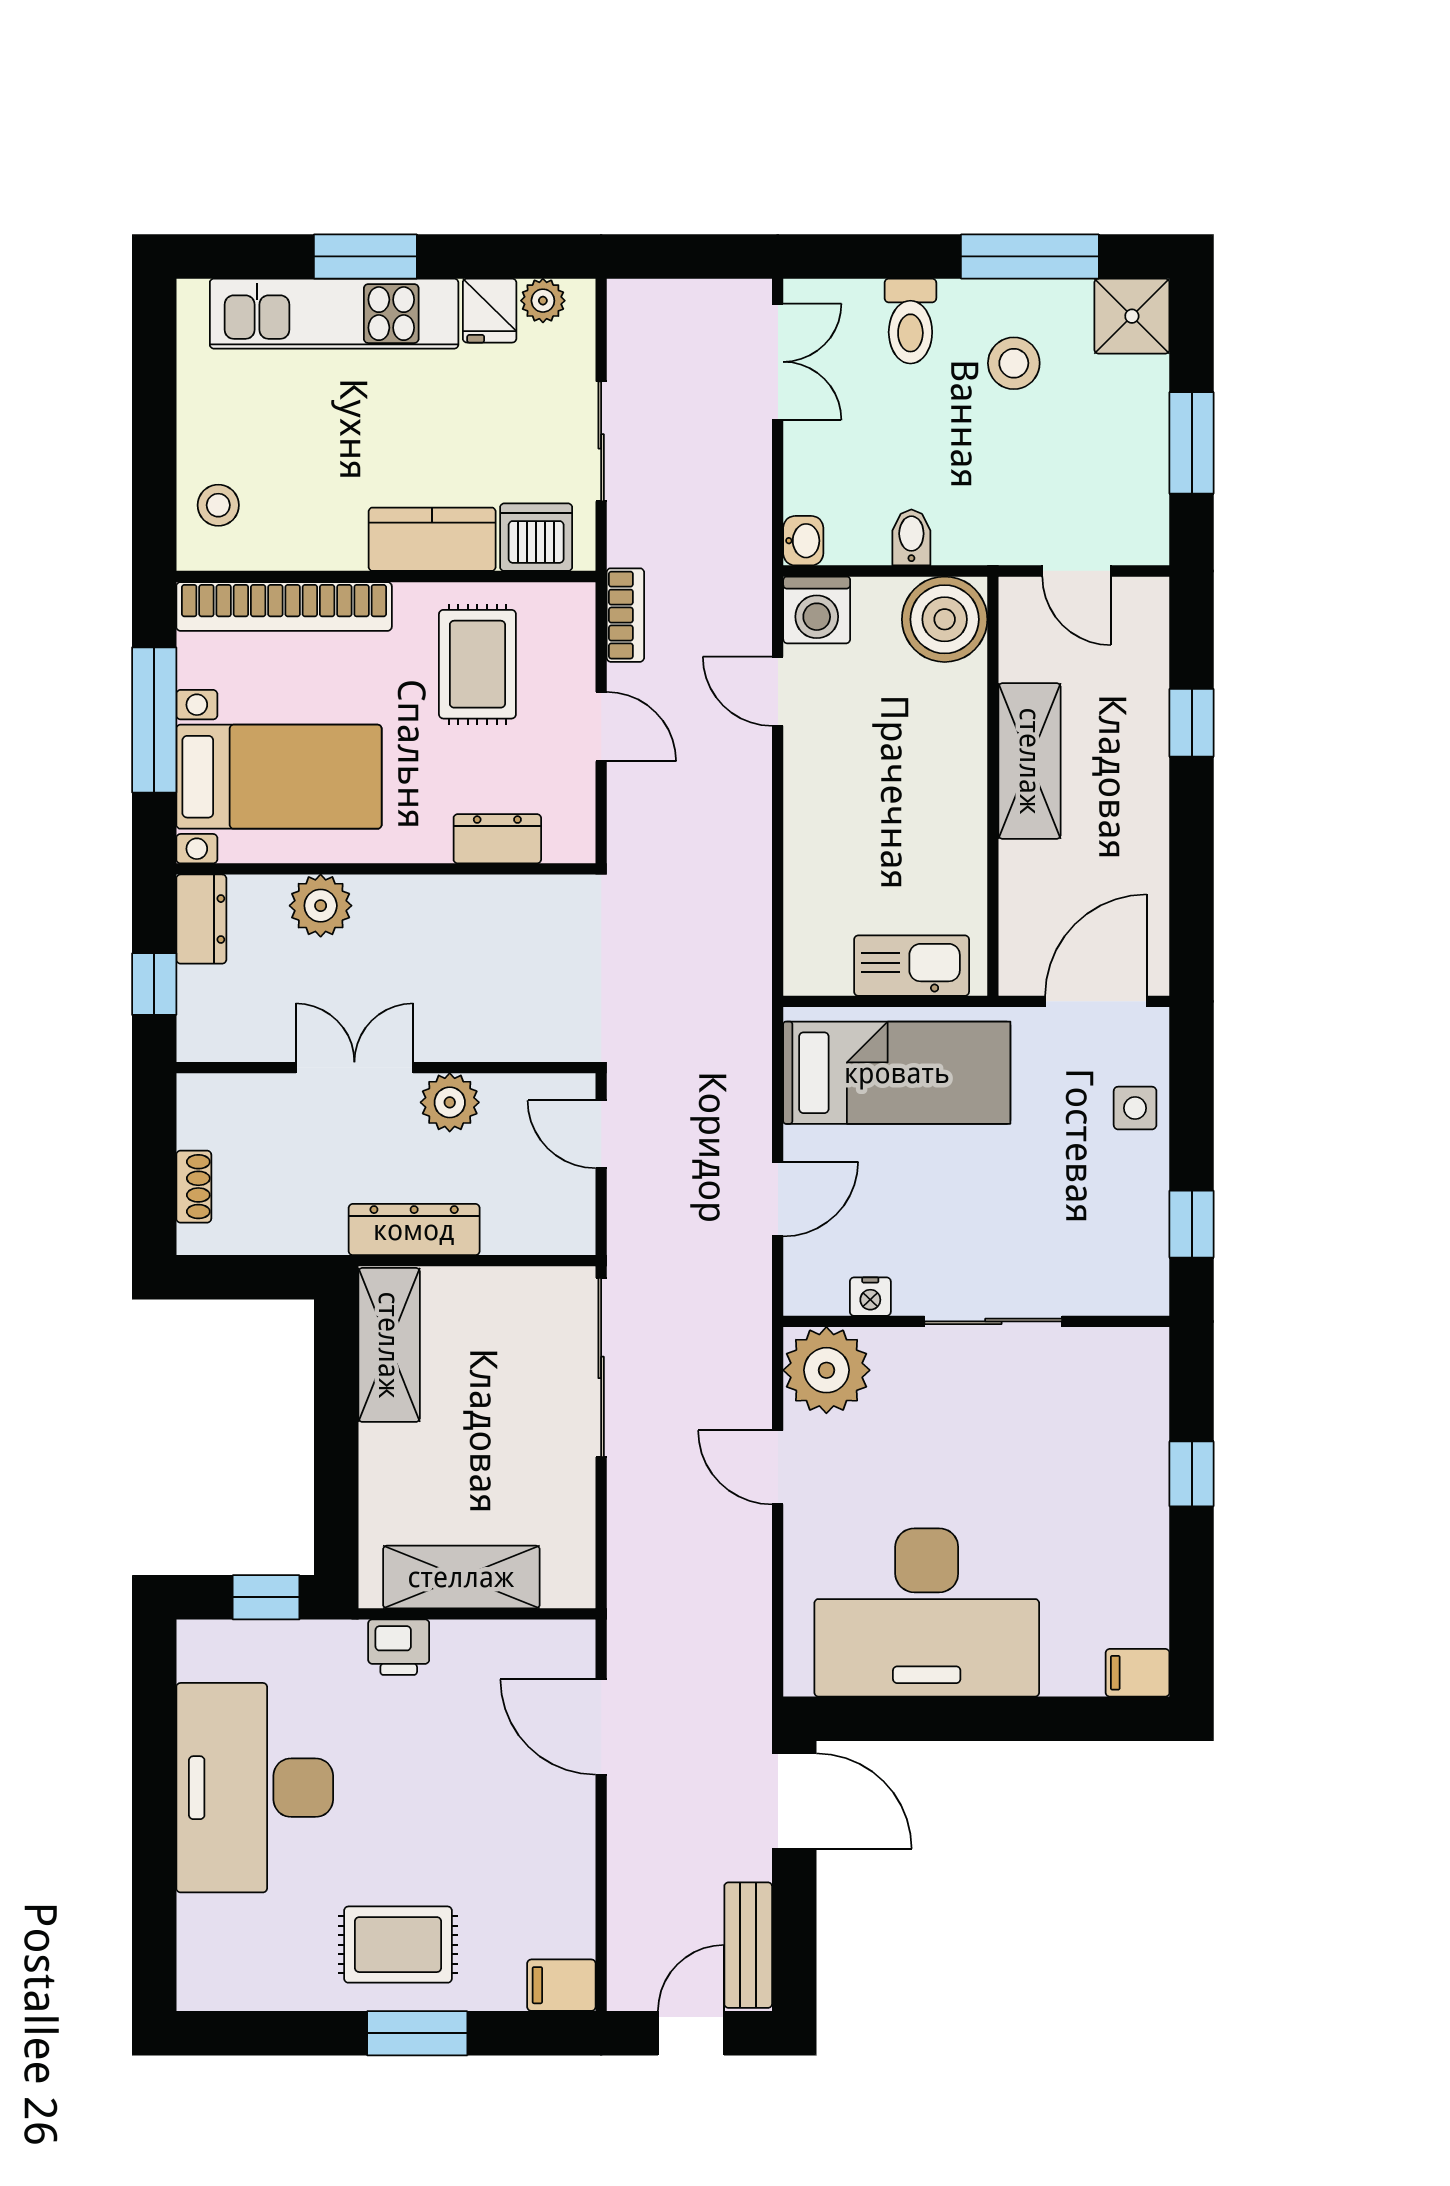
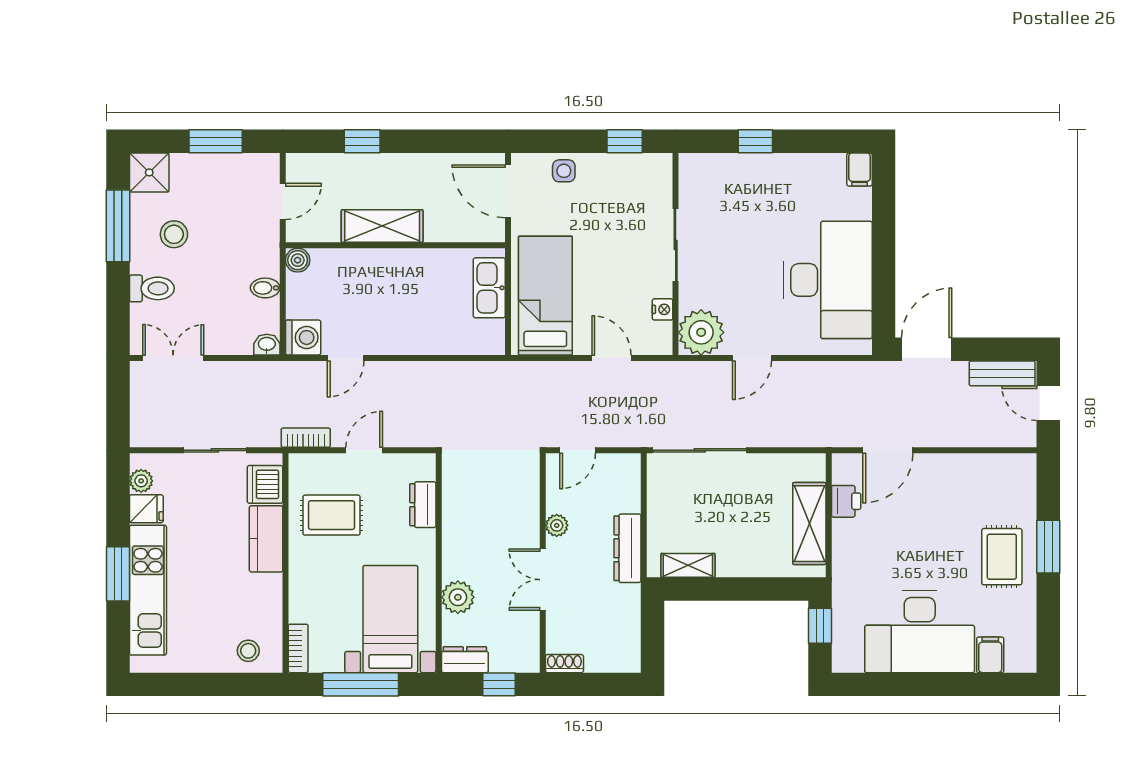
bookcase: (284, 606) -> (298, 648), width x0.43, depth x0.76
boiler: (945, 619) -> (298, 260), width x0.54, depth x0.54
plant: (450, 1102) -> (557, 525), width x0.73, depth x0.73
shoe rack: (194, 1187) -> (564, 664), moved
shelving: (389, 1345) -> (688, 565), width x0.67, depth x0.75
printer: (399, 1647) -> (846, 501), moved
filing cabinet: (561, 1985) -> (990, 655), moved, turned 180

